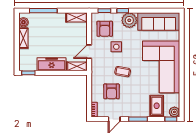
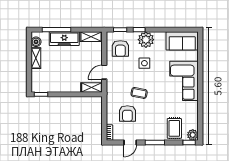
sofa: (159, 22) -> (182, 41), width x0.73
side table: (116, 47) -> (144, 63), moved
freezer: (52, 64) -> (64, 39), moved, turned 180
corner sofa: (161, 67) -> (184, 81), width x0.73, depth x0.74

